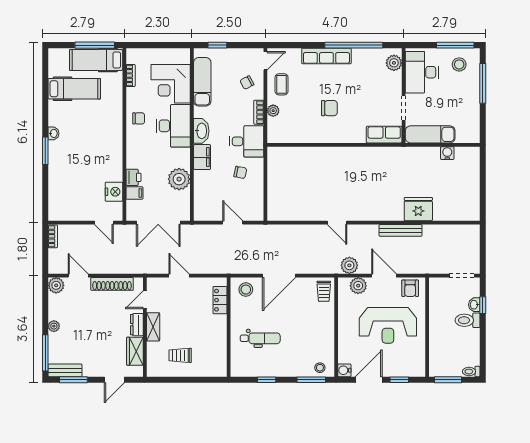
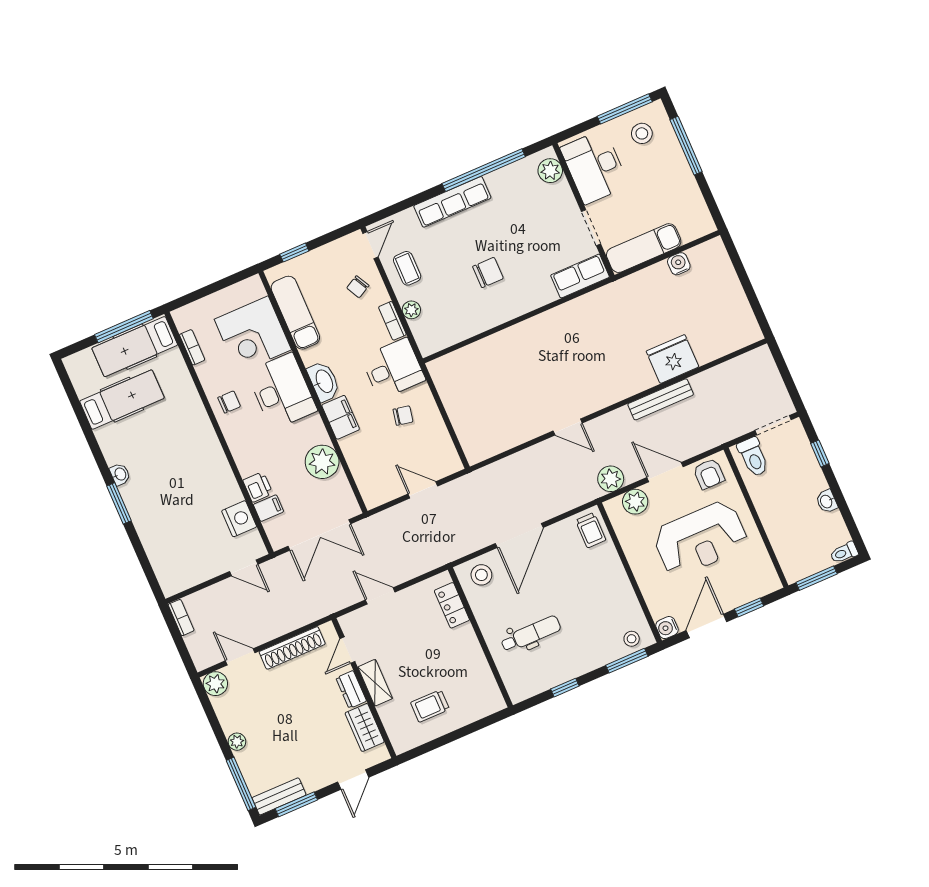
washbasin: (474, 305) -> (827, 501), moved
toilet: (468, 320) -> (753, 457), moved, turned -90

